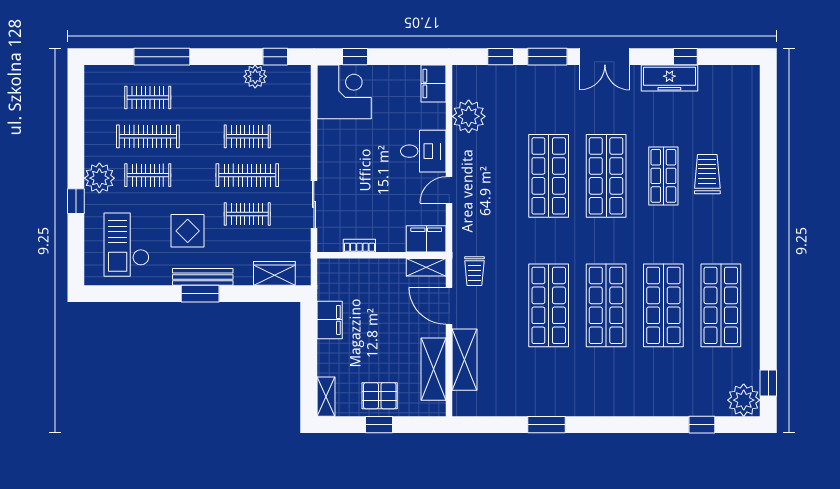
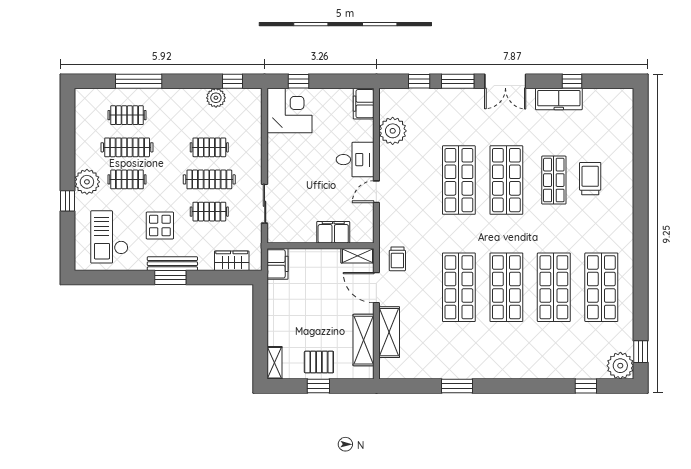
filing cabinet: (426, 239) -> (333, 232), moved
bookcase: (359, 246) -> (302, 238), removed
filing cabinet: (330, 320) -> (278, 264), moved

